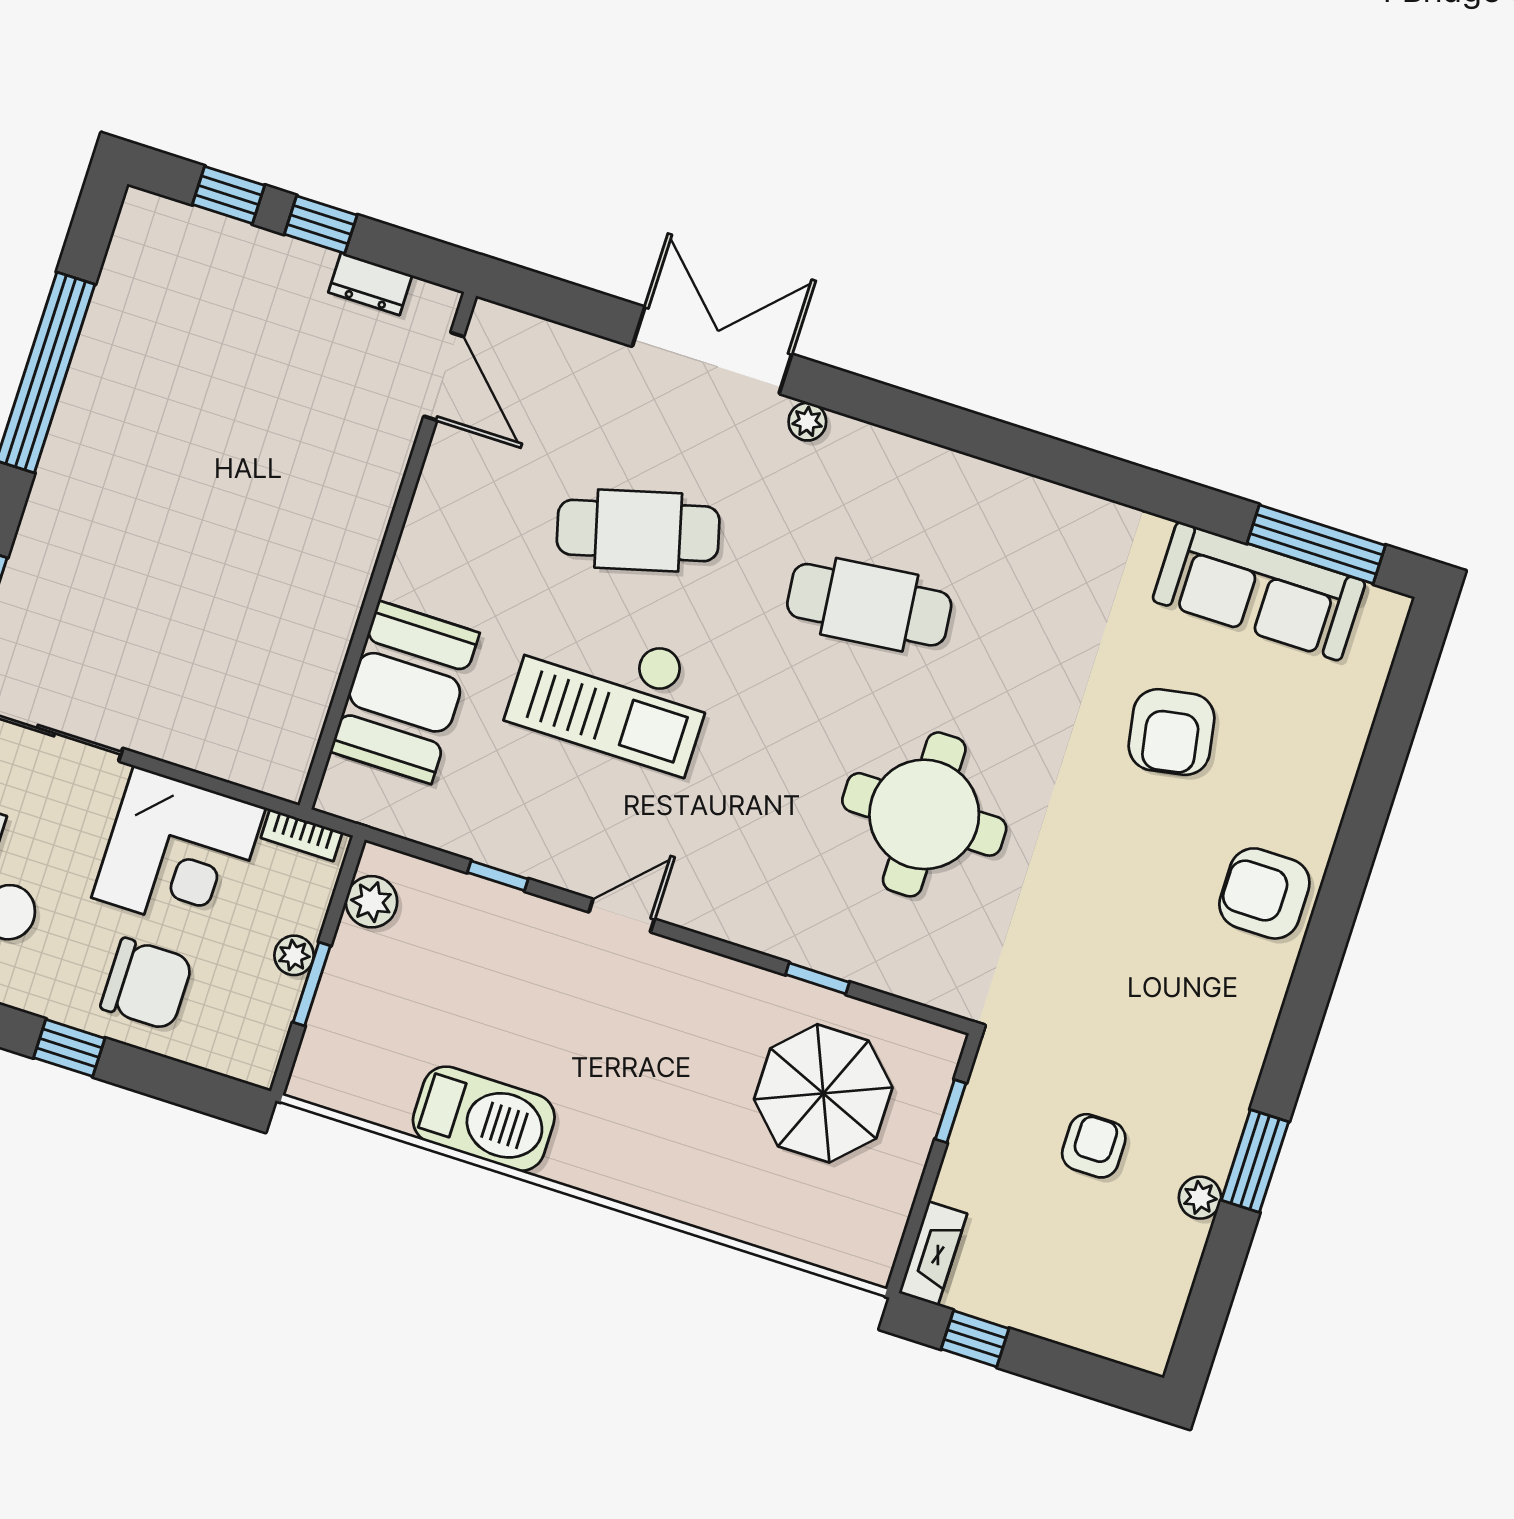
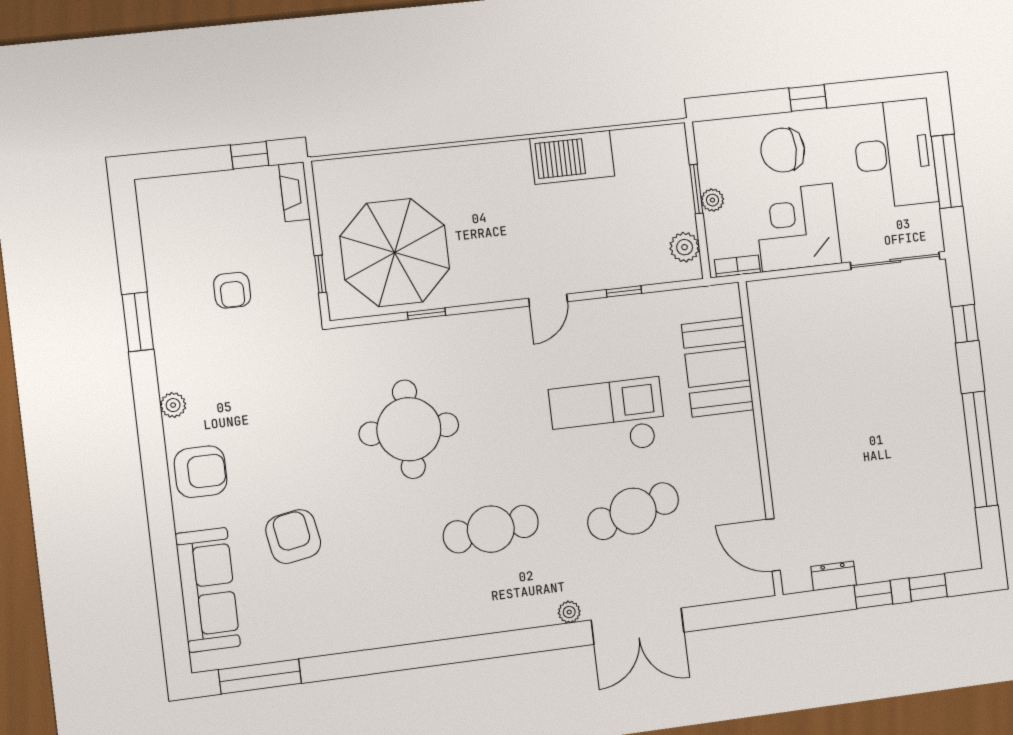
sofa: (1259, 591) -> (208, 590), moved, turned 90
parasol: (823, 1093) -> (395, 253), width x1.36, depth x1.36
plant: (1200, 1198) -> (173, 405), moved

